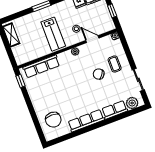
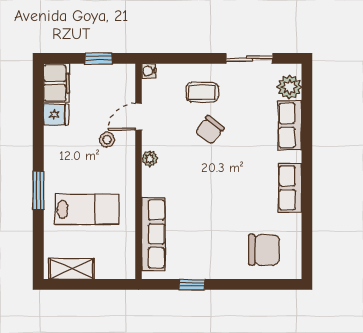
lab bench: (53, 34) -> (87, 209), moved
window: (21, 81) -> (192, 284), moved
row of seats: (86, 121) -> (290, 188), width x0.68

